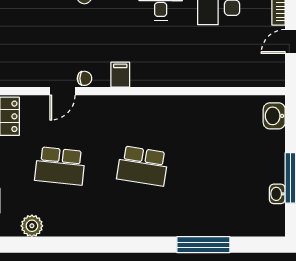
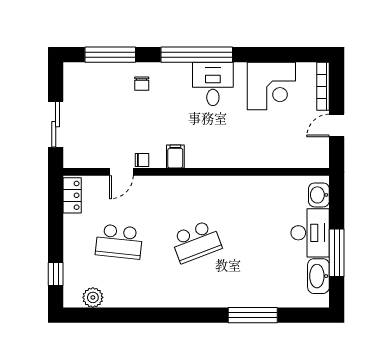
desk: (265, 156) -> (310, 233), added
school desk: (143, 166) -> (196, 242), turned -30
washbasin: (277, 194) -> (318, 276), width x1.91, depth x1.45

